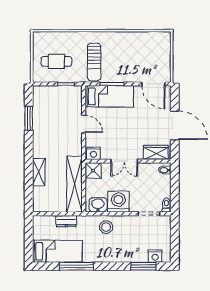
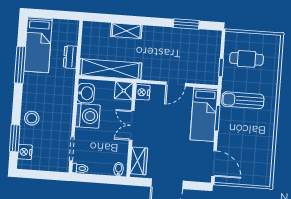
cafe table: (56, 61) -> (247, 59), turned 90
door: (153, 84) -> (214, 164), swing flipped
stool: (106, 227) -> (32, 118), moved

